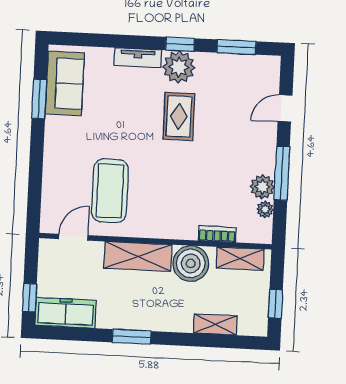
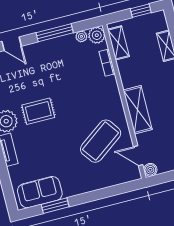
plant: (262, 187) -> (97, 35), moved
coffee table: (110, 191) -> (101, 141), turned -36
boiler: (191, 263) -> (150, 170), moved, width x0.54, depth x0.54

